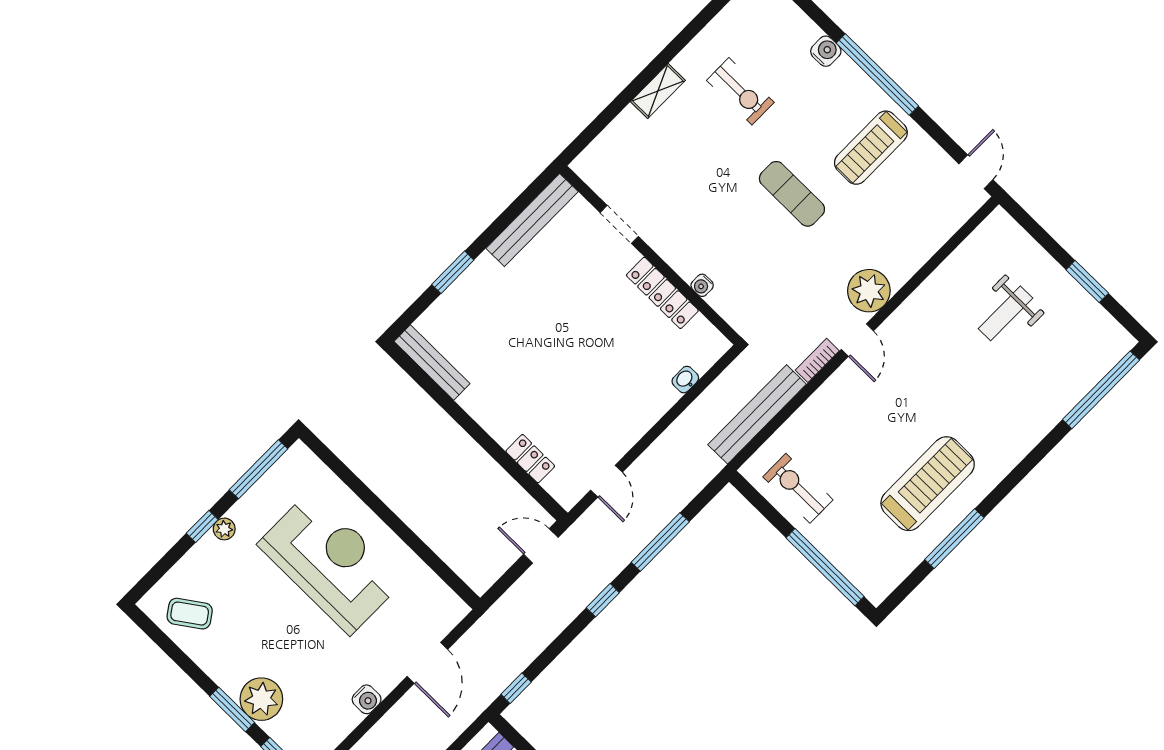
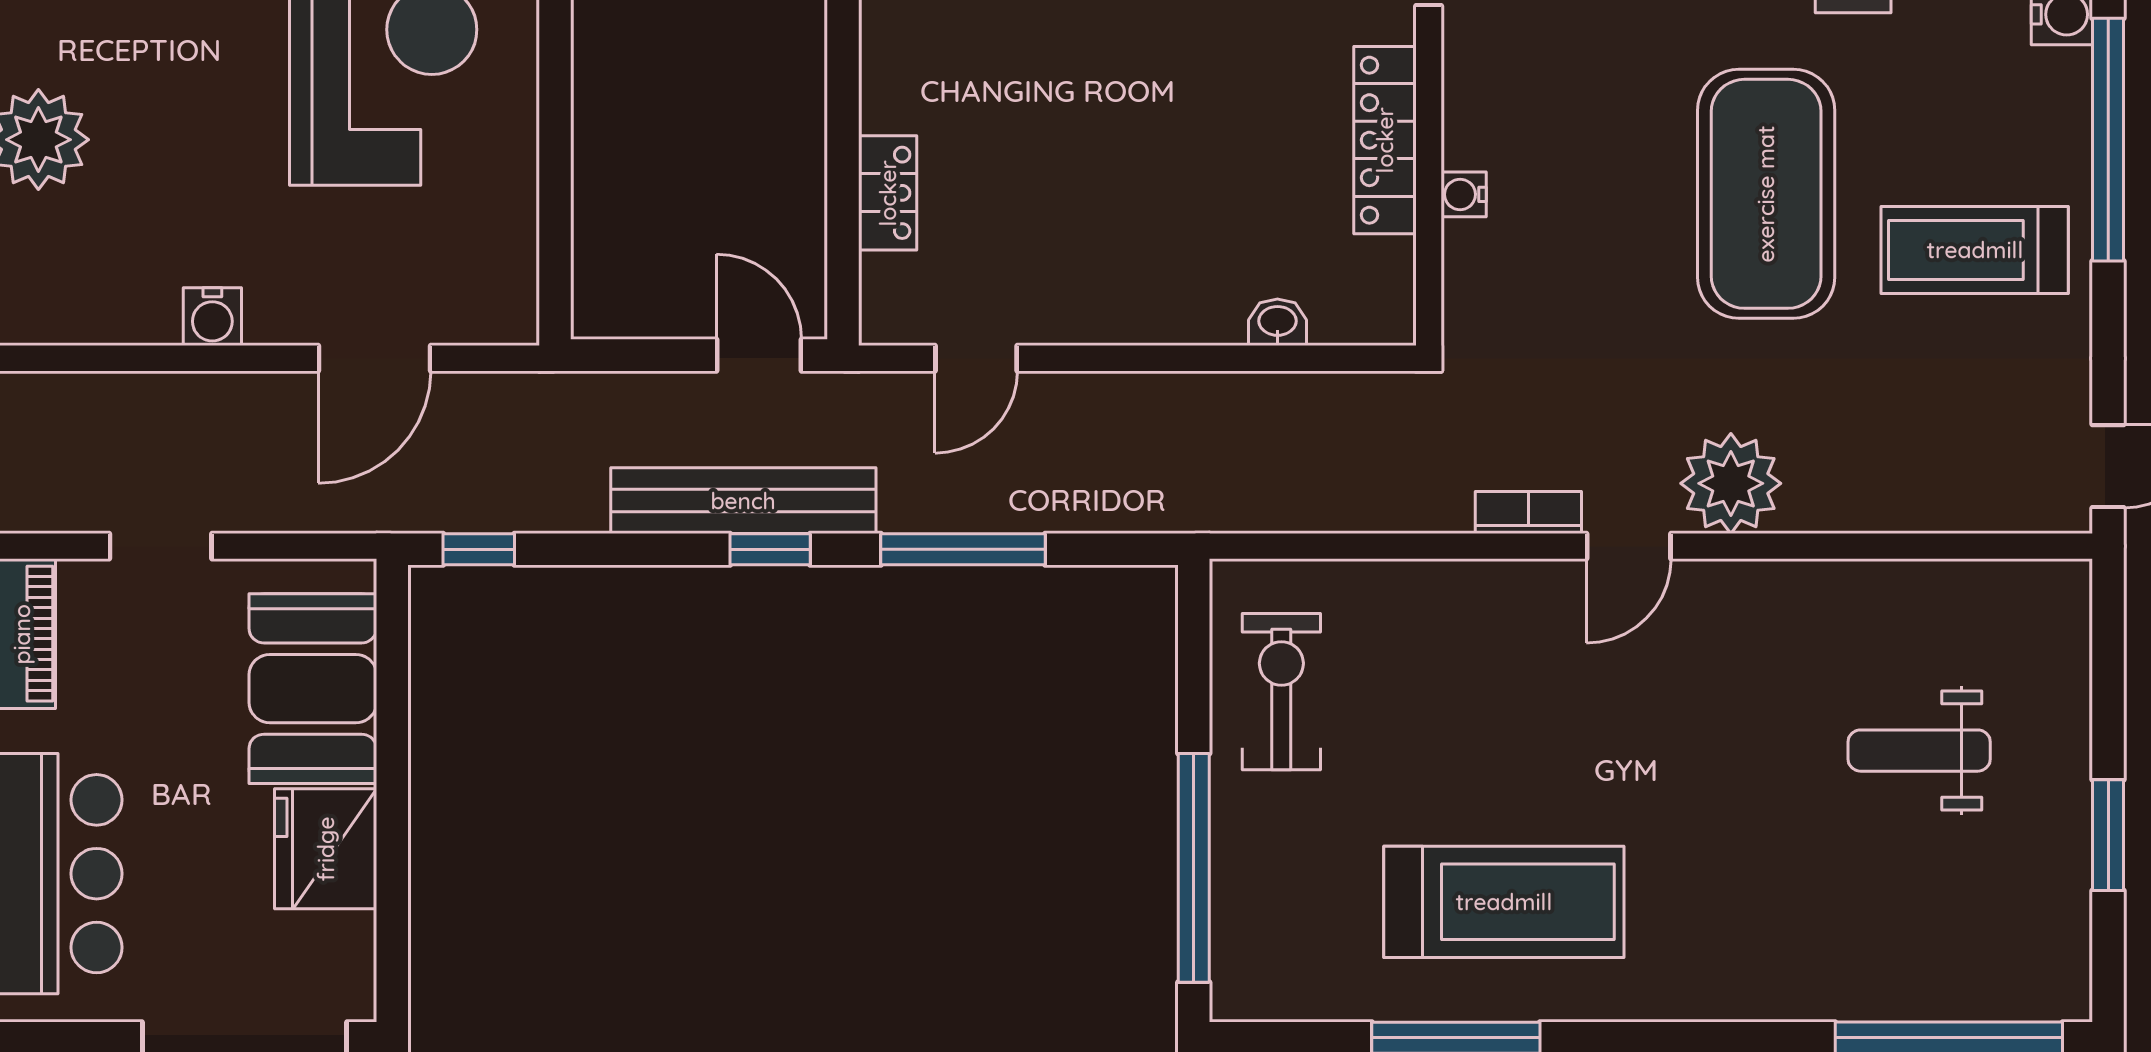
exercise mat: (792, 194) -> (1766, 194), width x2.00, depth x1.45
bench: (757, 414) -> (743, 501), moved

